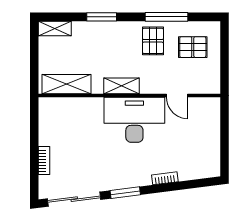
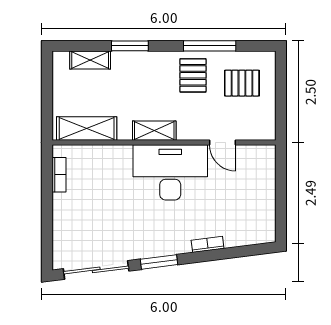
shelving: (55, 28) -> (90, 60), moved
bookcase: (44, 161) -> (59, 175), moved

